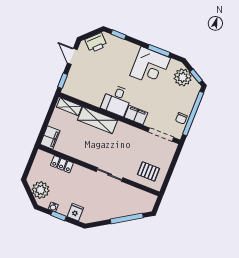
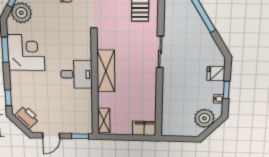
filing cabinet: (136, 115) -> (84, 48), removed
shelving: (97, 120) -> (106, 71), moved
locker: (62, 164) -> (168, 106), removed

